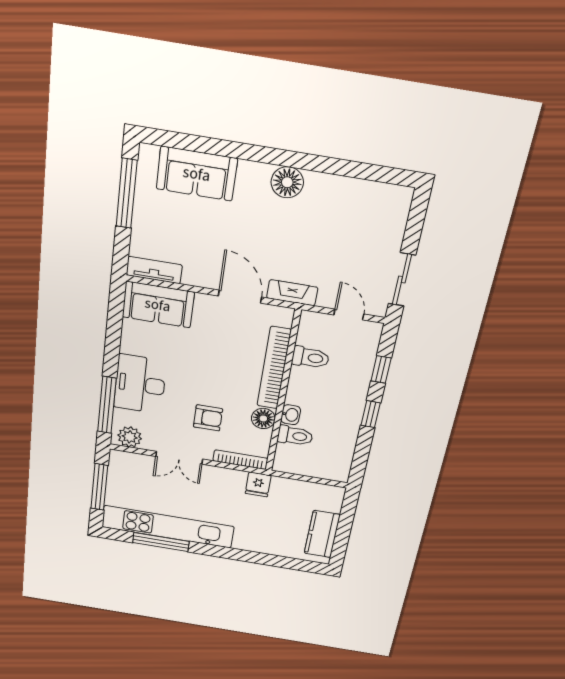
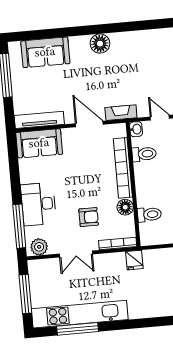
tv unit: (154, 270) -> (39, 120), width x1.41
washbasin: (291, 415) -> (136, 129), moved

